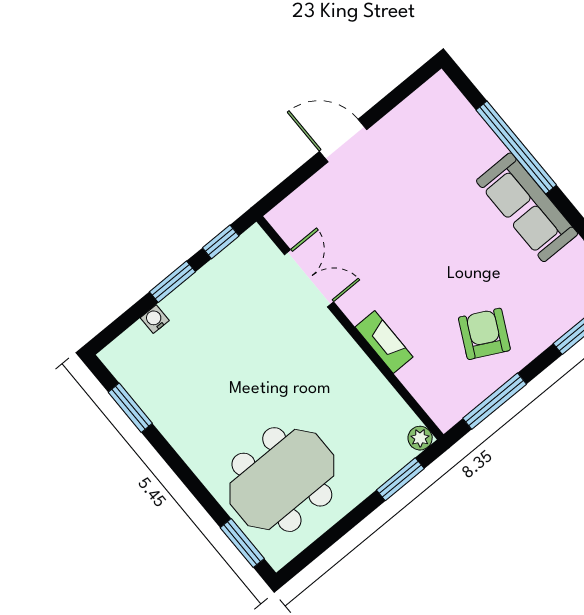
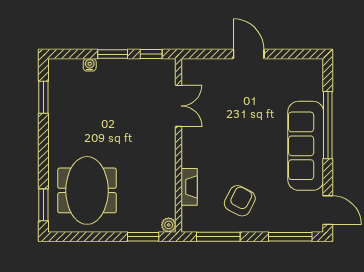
sofa: (527, 207) -> (306, 146), width x1.36, depth x1.27
fireplace: (384, 342) -> (189, 187), moved
meeting table: (282, 480) -> (87, 190), turned 90

